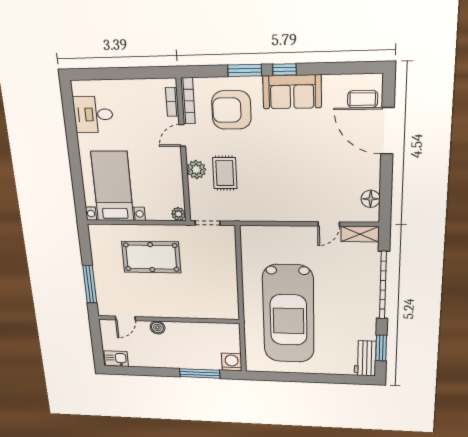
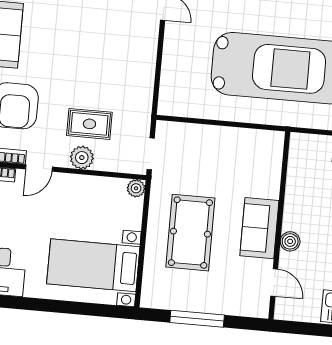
door: (182, 135) -> (39, 168), hinge flipped
window: (90, 284) -> (197, 319), moved
sofa: (163, 306) -> (259, 228), added

